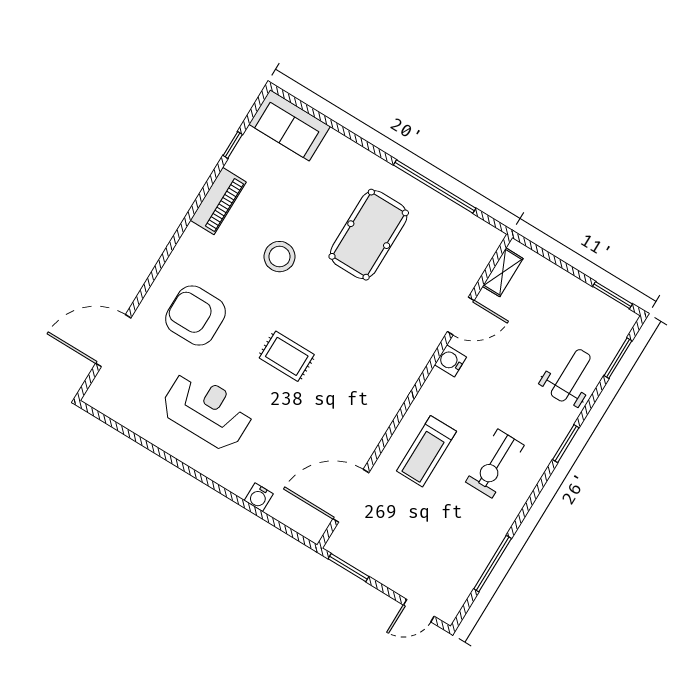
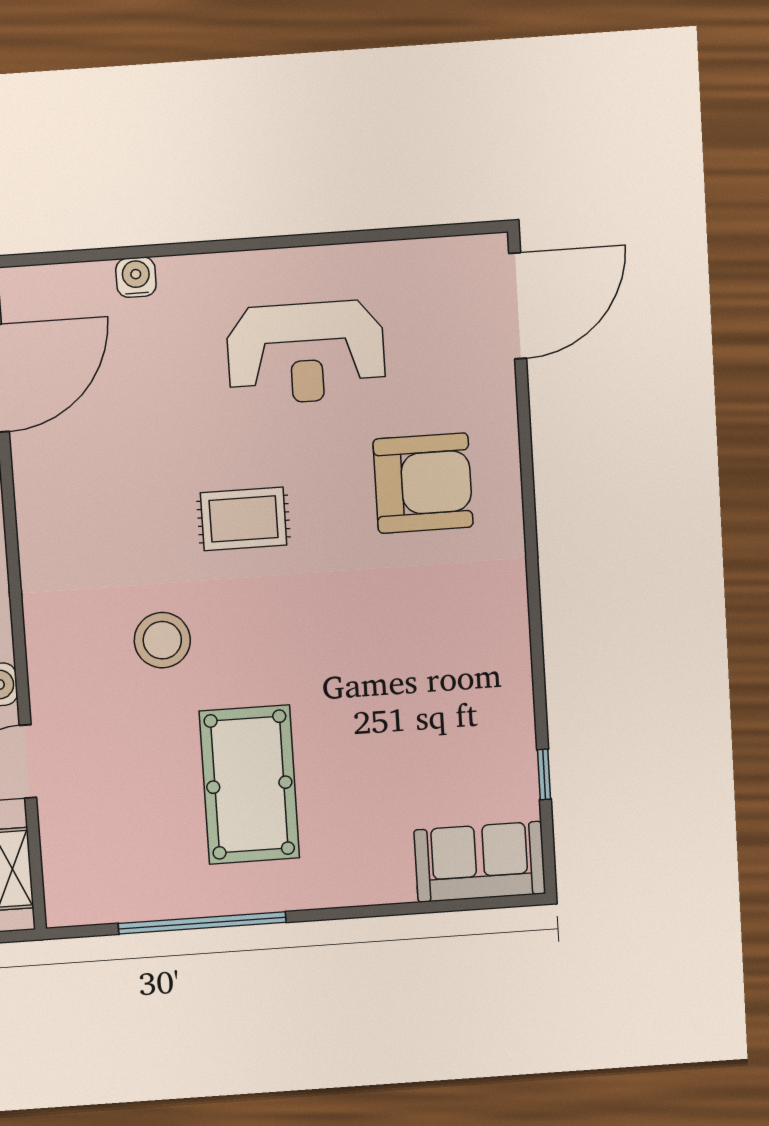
piano: (218, 201) -> (508, 677), removed
stool: (279, 257) -> (162, 640), moved
door: (113, 341) -> (518, 306), moved

